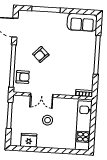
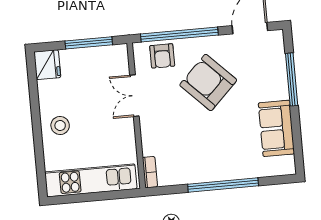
sofa: (82, 22) -> (276, 128), moved
armchair: (41, 54) -> (208, 83), width x1.88, depth x1.88
stool: (48, 120) -> (60, 126), moved
fridge: (29, 140) -> (47, 65), moved

